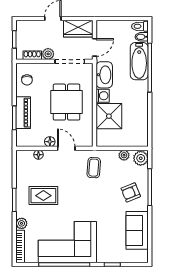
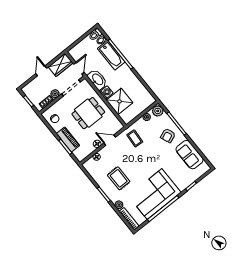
dining table: (67, 102) -> (88, 113), turned 90
rug: (43, 196) -> (119, 178), turned 90

